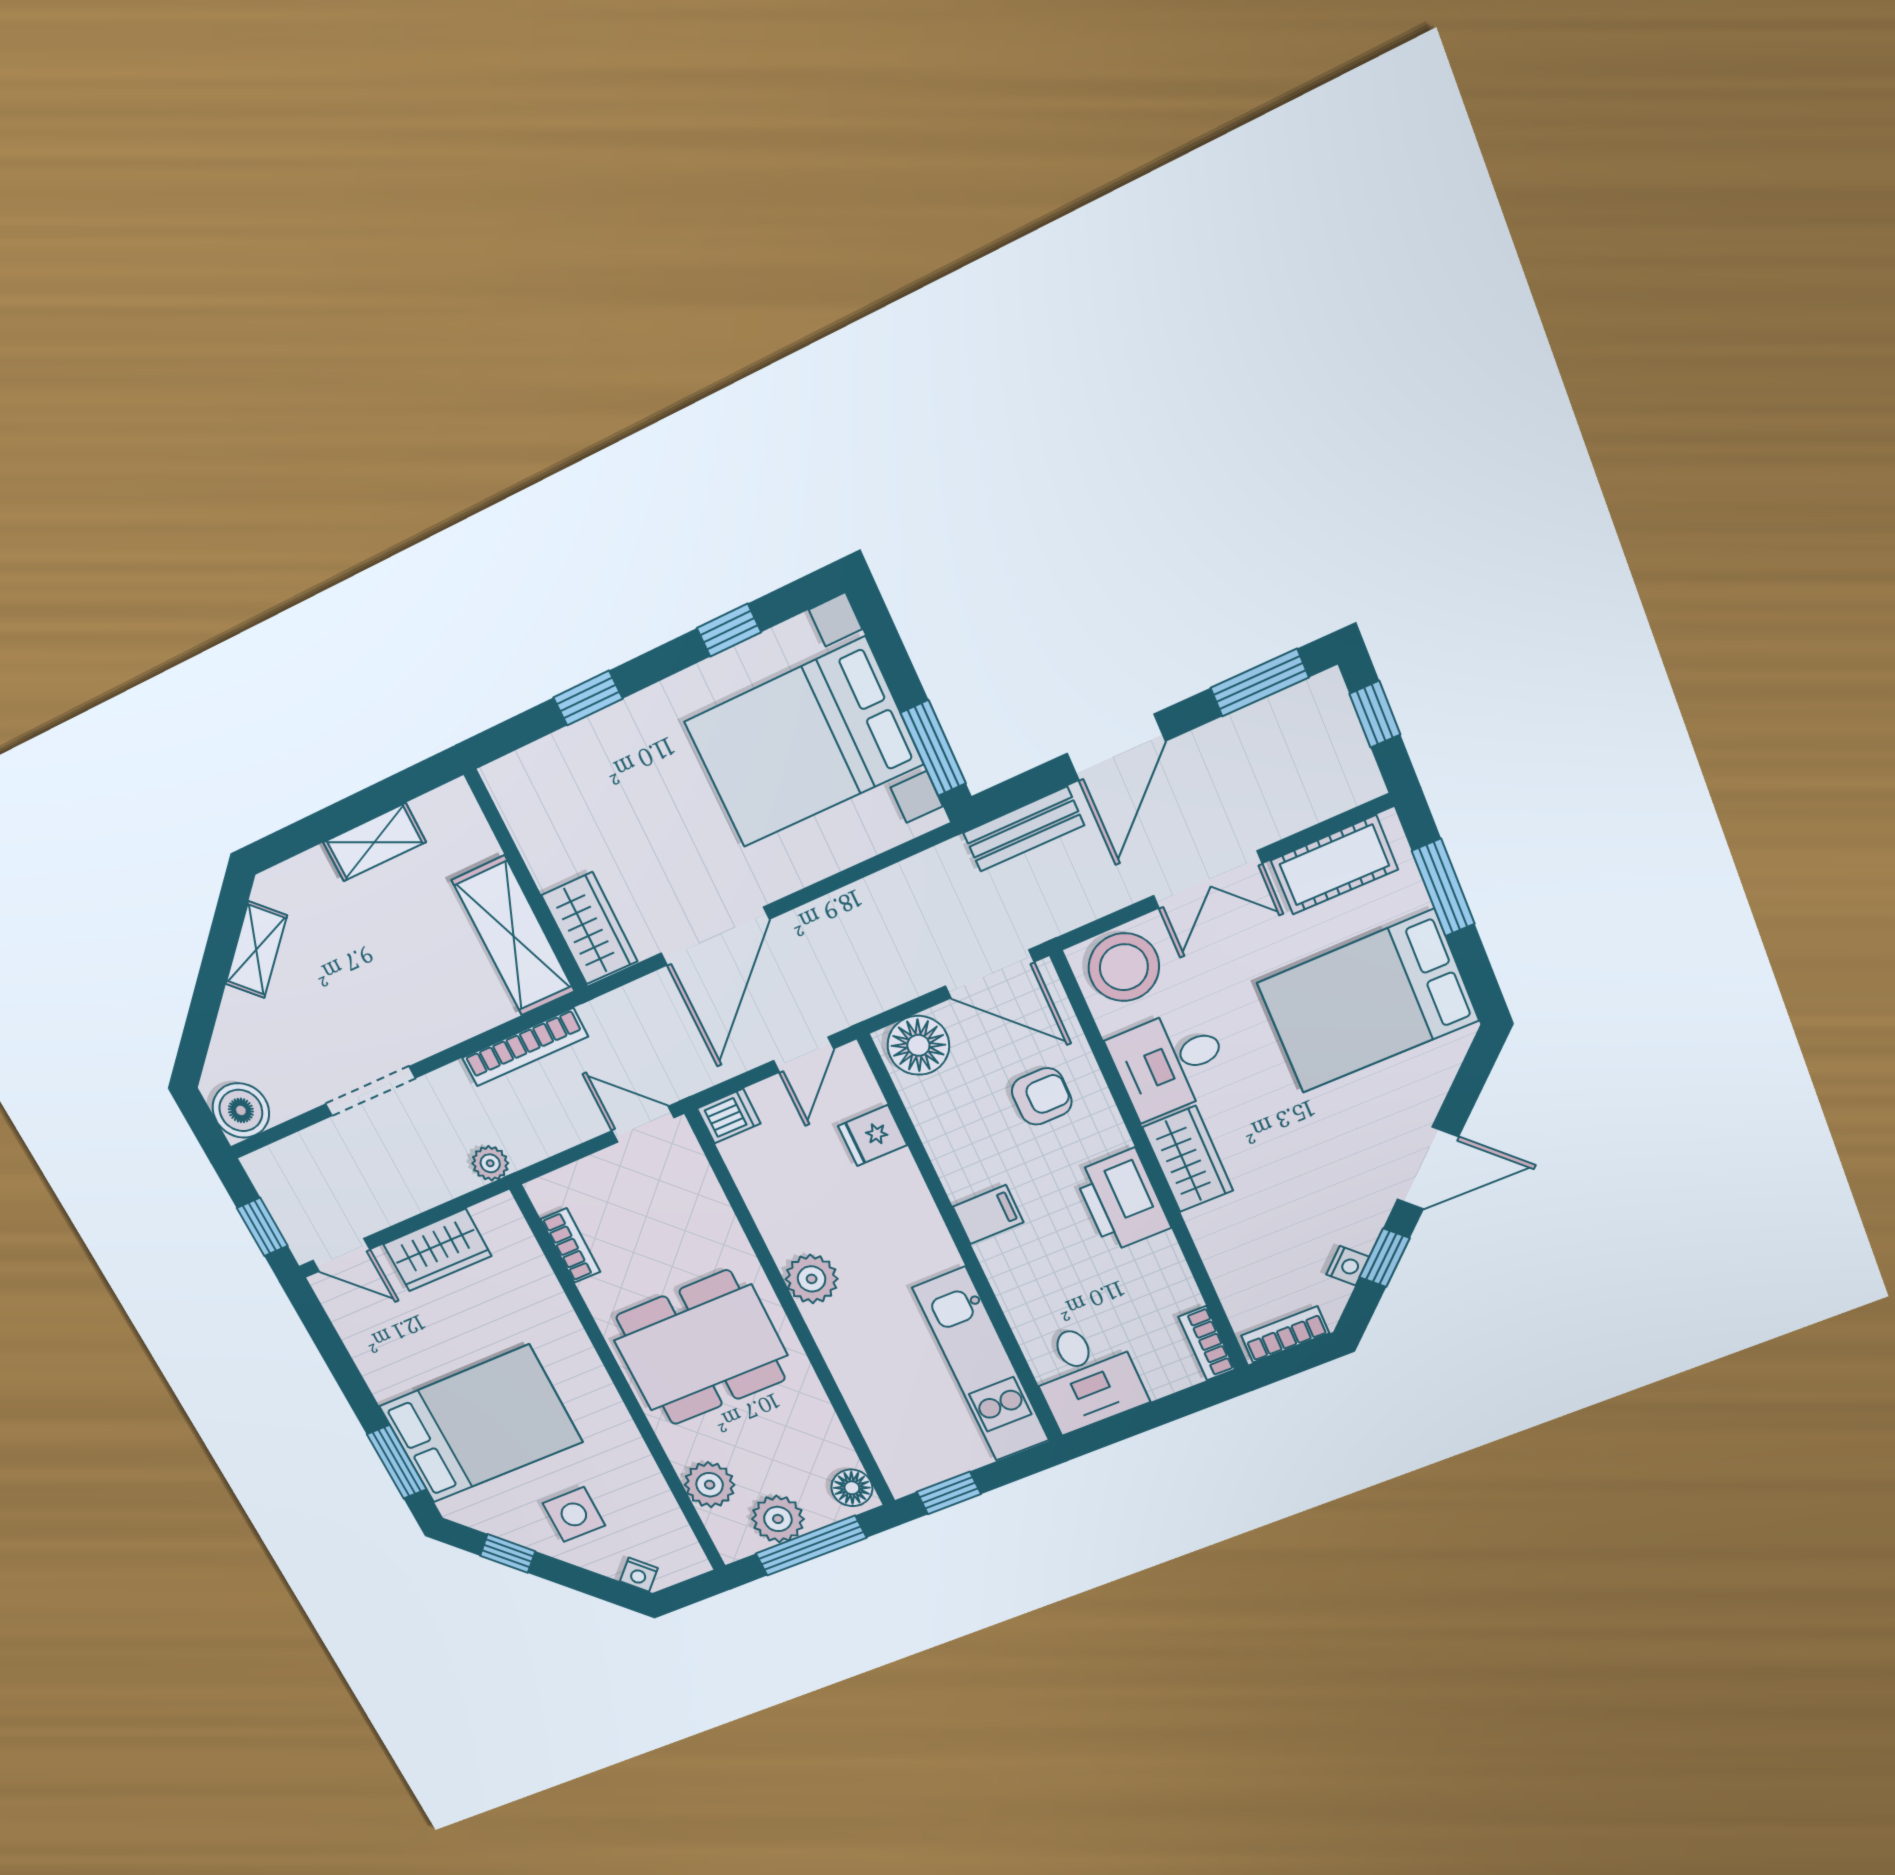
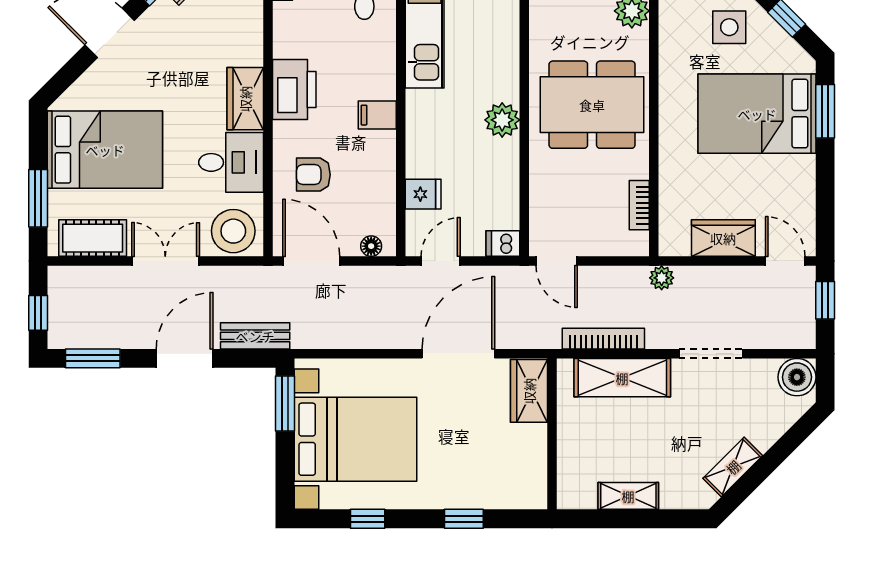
shelving: (513, 936) -> (622, 378), moved, turned 90
floor lamp: (918, 1045) -> (371, 246), width x0.53, depth x0.53

